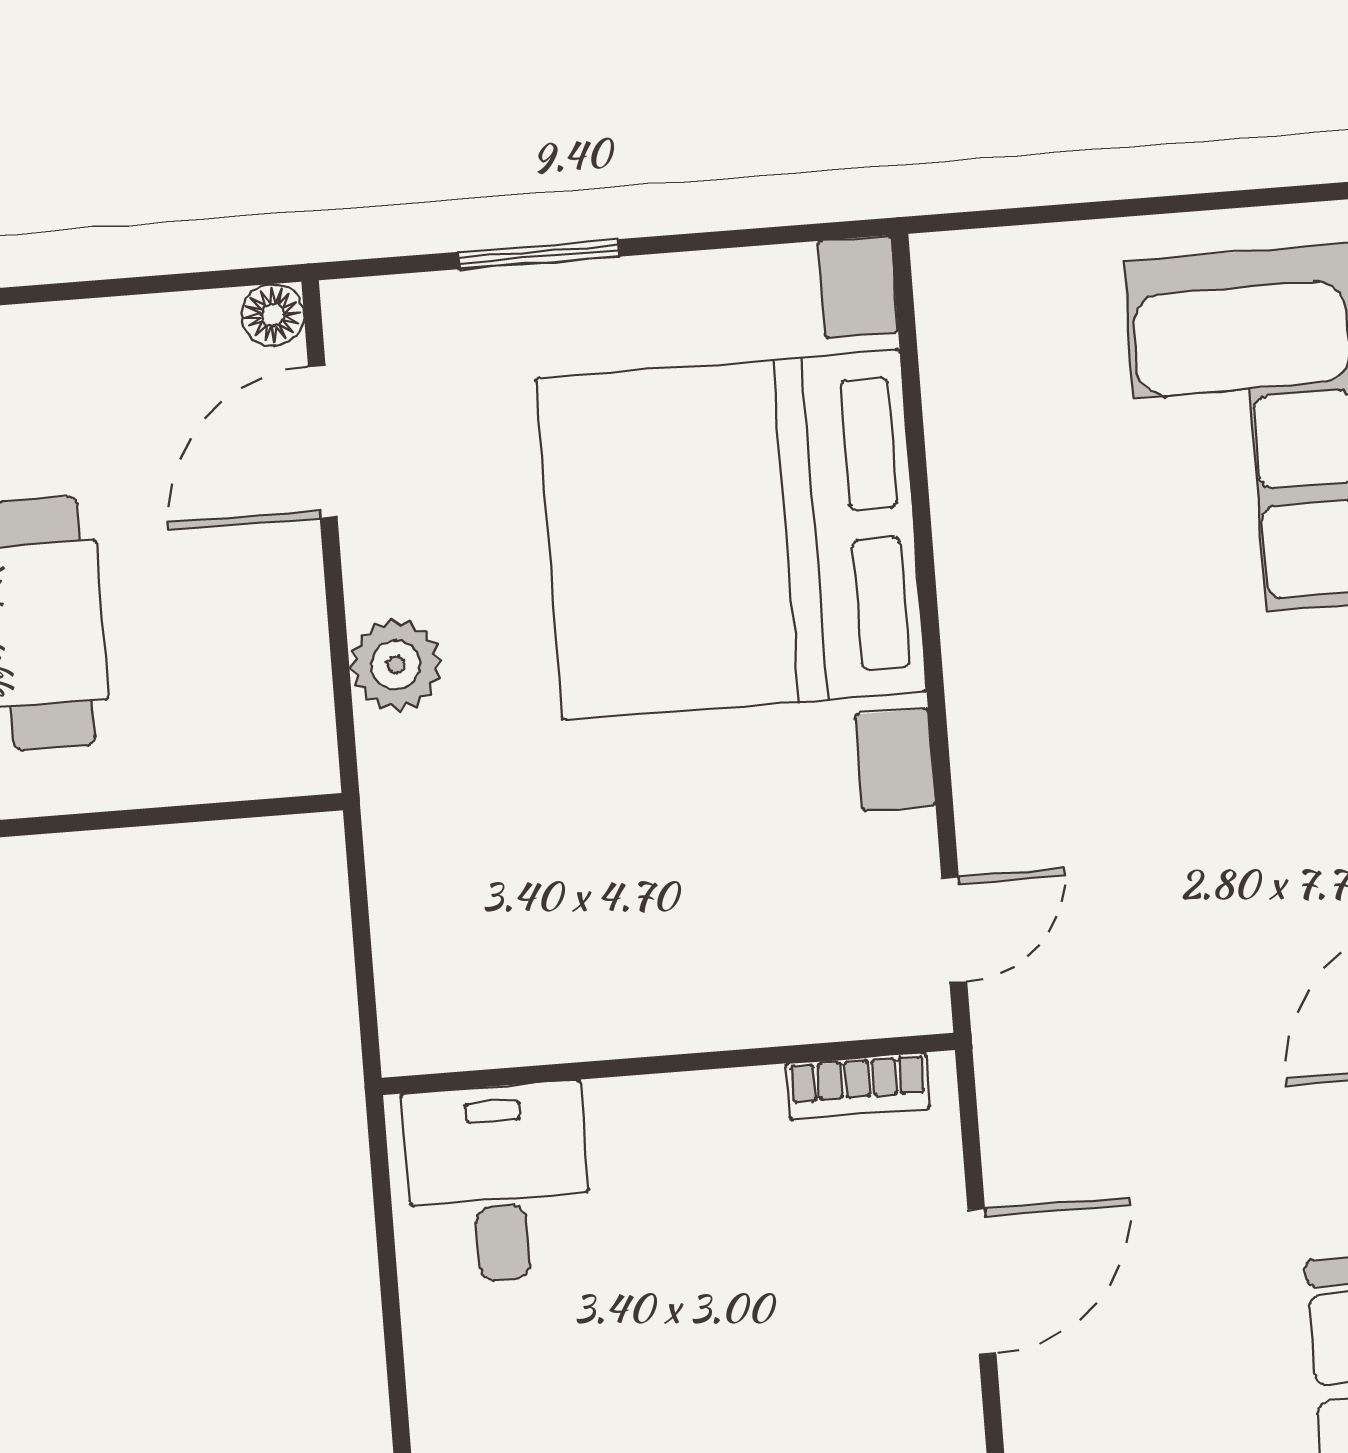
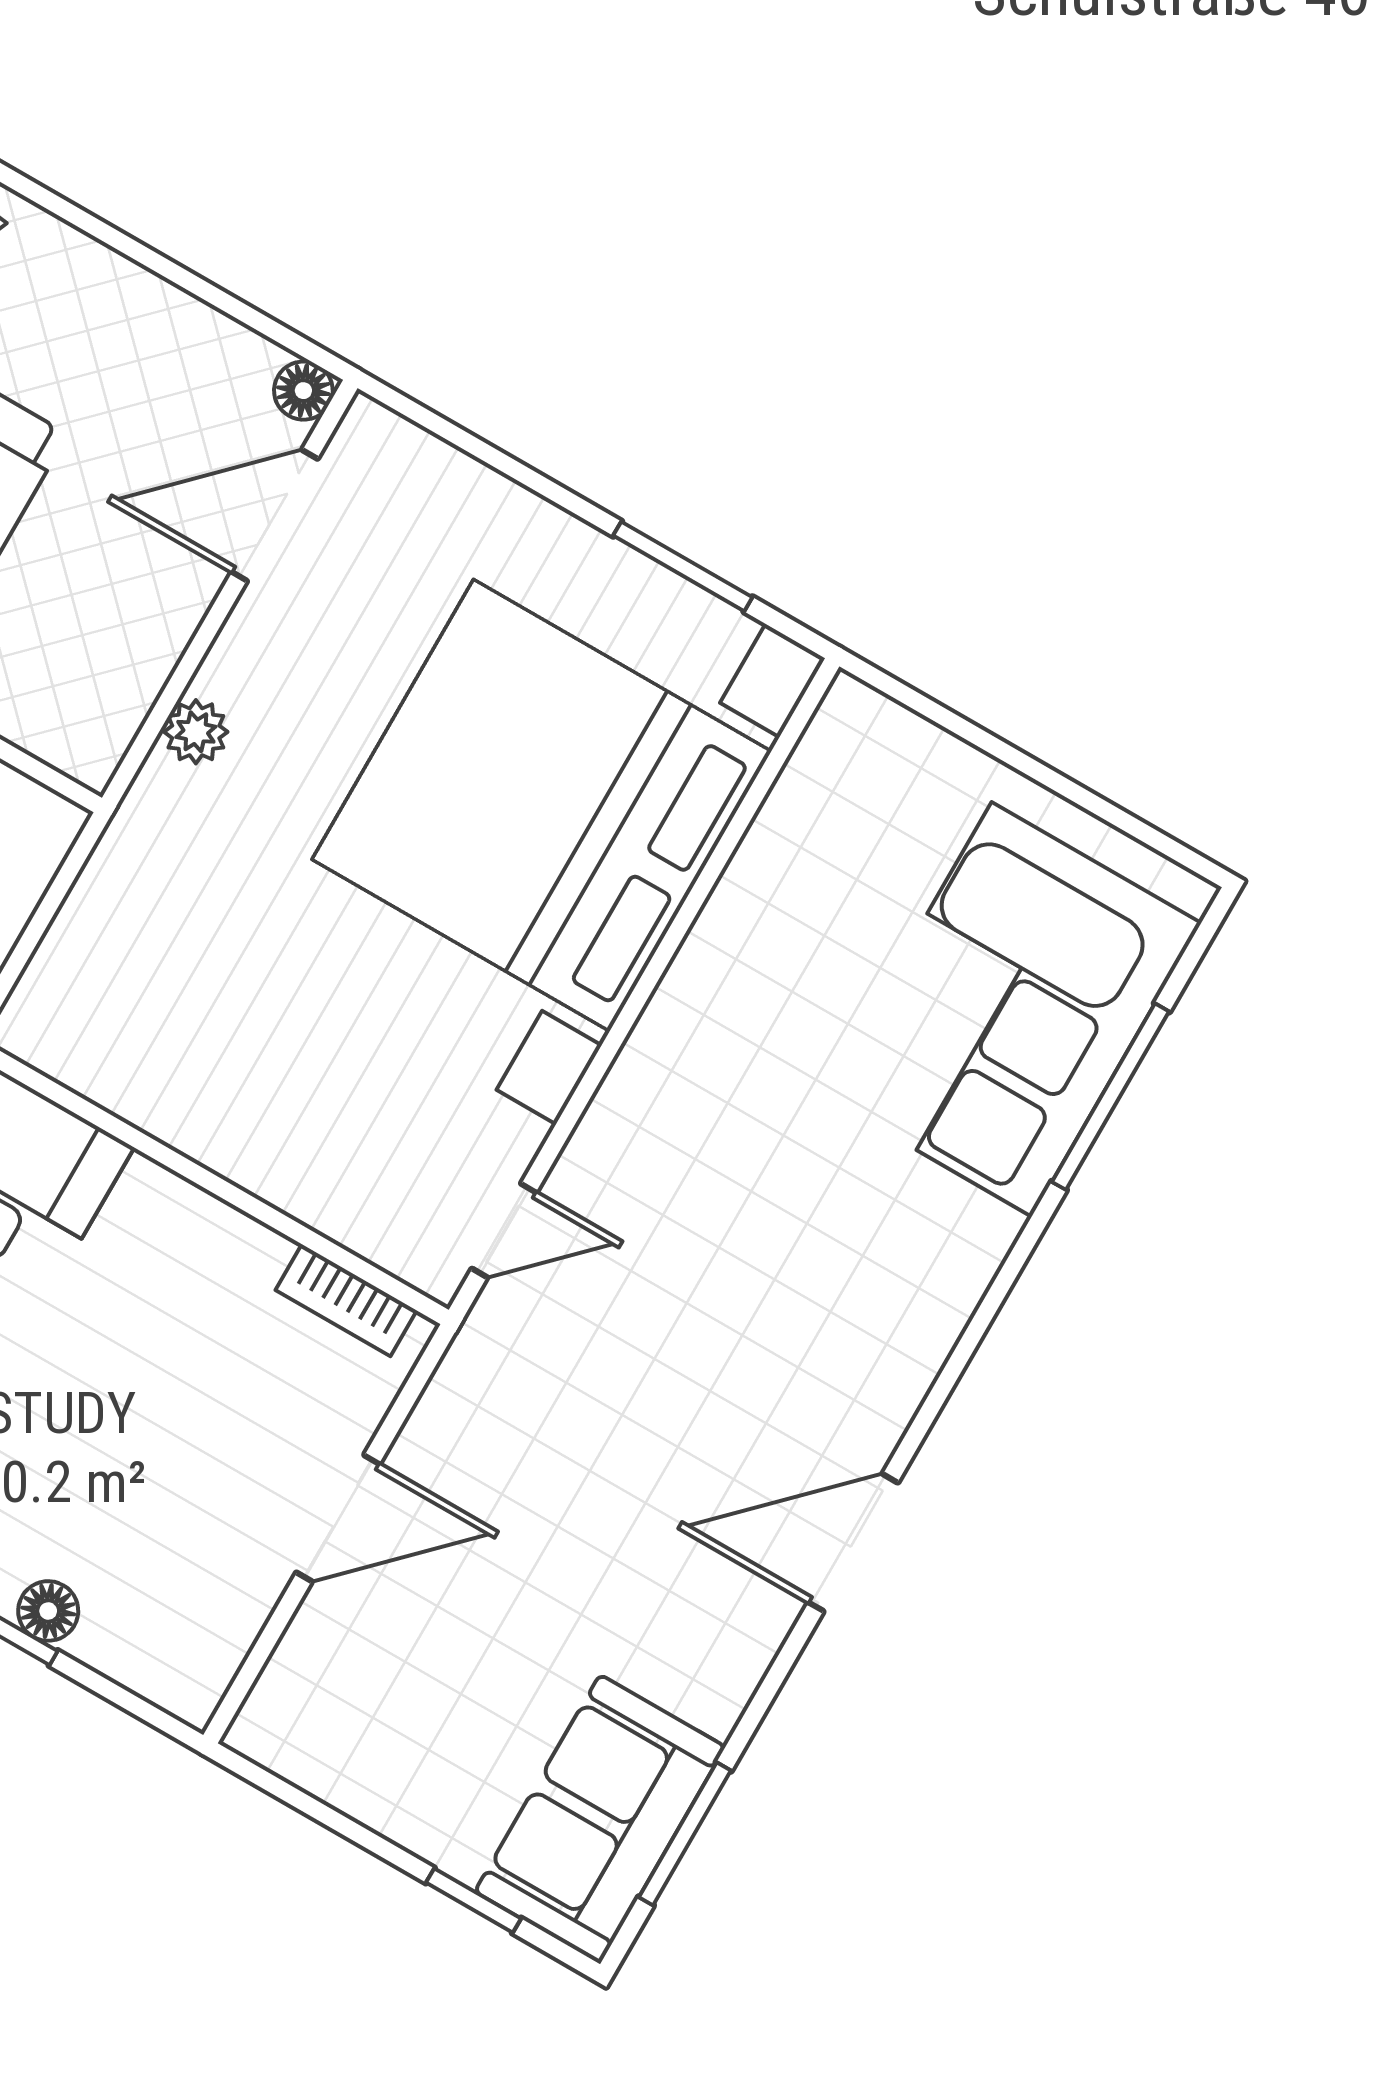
window: (539, 254) -> (683, 566), moved
plant: (396, 665) -> (196, 732), width x0.73, depth x0.73

